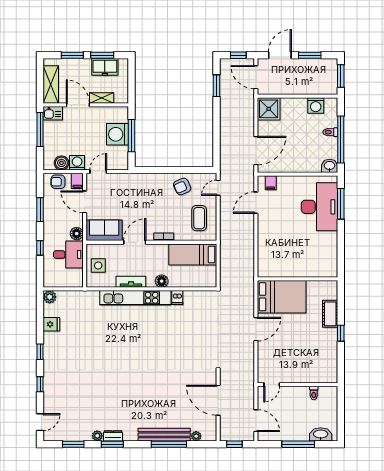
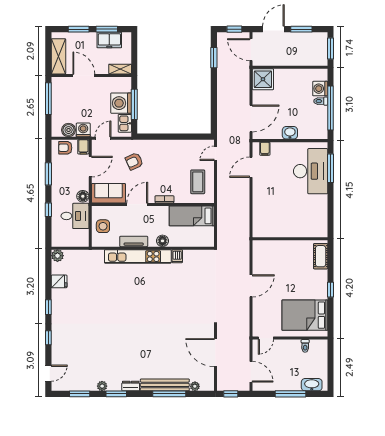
shelving: (102, 98) -> (120, 69), moved
washing machine: (316, 105) -> (320, 89), moved, turned 90
kitchen sink: (53, 113) -> (125, 123), moved, turned 90
washbasin: (330, 166) -> (290, 133), moved
armchair: (182, 186) -> (134, 161), moved
door: (85, 202) -> (90, 167), swing flipped
bed: (282, 297) -> (305, 315), moved, turned 180
cot: (330, 314) -> (321, 256), moved
dresser: (113, 436) -> (131, 386), moved

